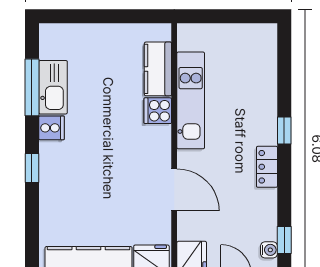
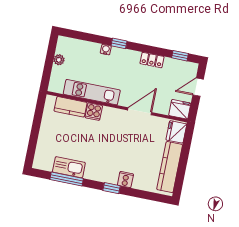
plant: (235, 33) -> (59, 60), added
cooker: (52, 128) -> (125, 180), moved
locker: (267, 167) -> (152, 60), moved
water cooler: (269, 250) -> (106, 50), moved

